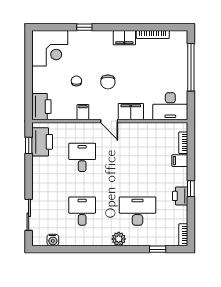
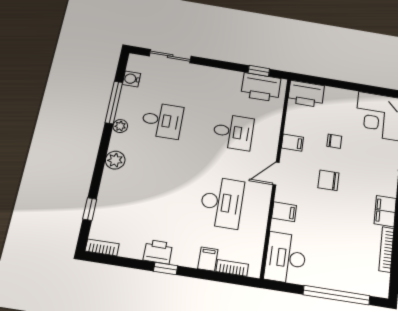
filing cabinet: (131, 112) -> (284, 212), width x0.50
desk: (137, 211) -> (222, 202), moved
plant: (92, 241) -> (120, 126), added
window: (74, 249) -> (114, 102), added

